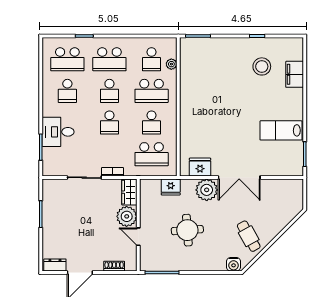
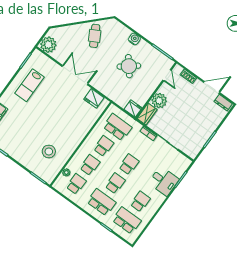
stool: (262, 66) -> (49, 151), moved
school desk: (152, 91) -> (90, 165), width x0.54
lab bench: (281, 130) -> (29, 85), turned 90
fridge: (171, 187) -> (133, 109), moved
plant: (207, 190) -> (48, 45), moved
round table: (187, 230) -> (129, 66), turned -35
door: (138, 237) -> (167, 75), moved
water cooler: (234, 264) -> (134, 39), moved

